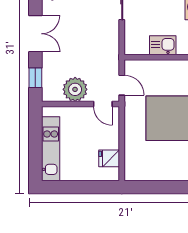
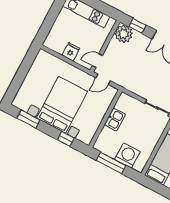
plant: (75, 89) -> (124, 34), moved
fridge: (109, 158) -> (71, 52), moved

